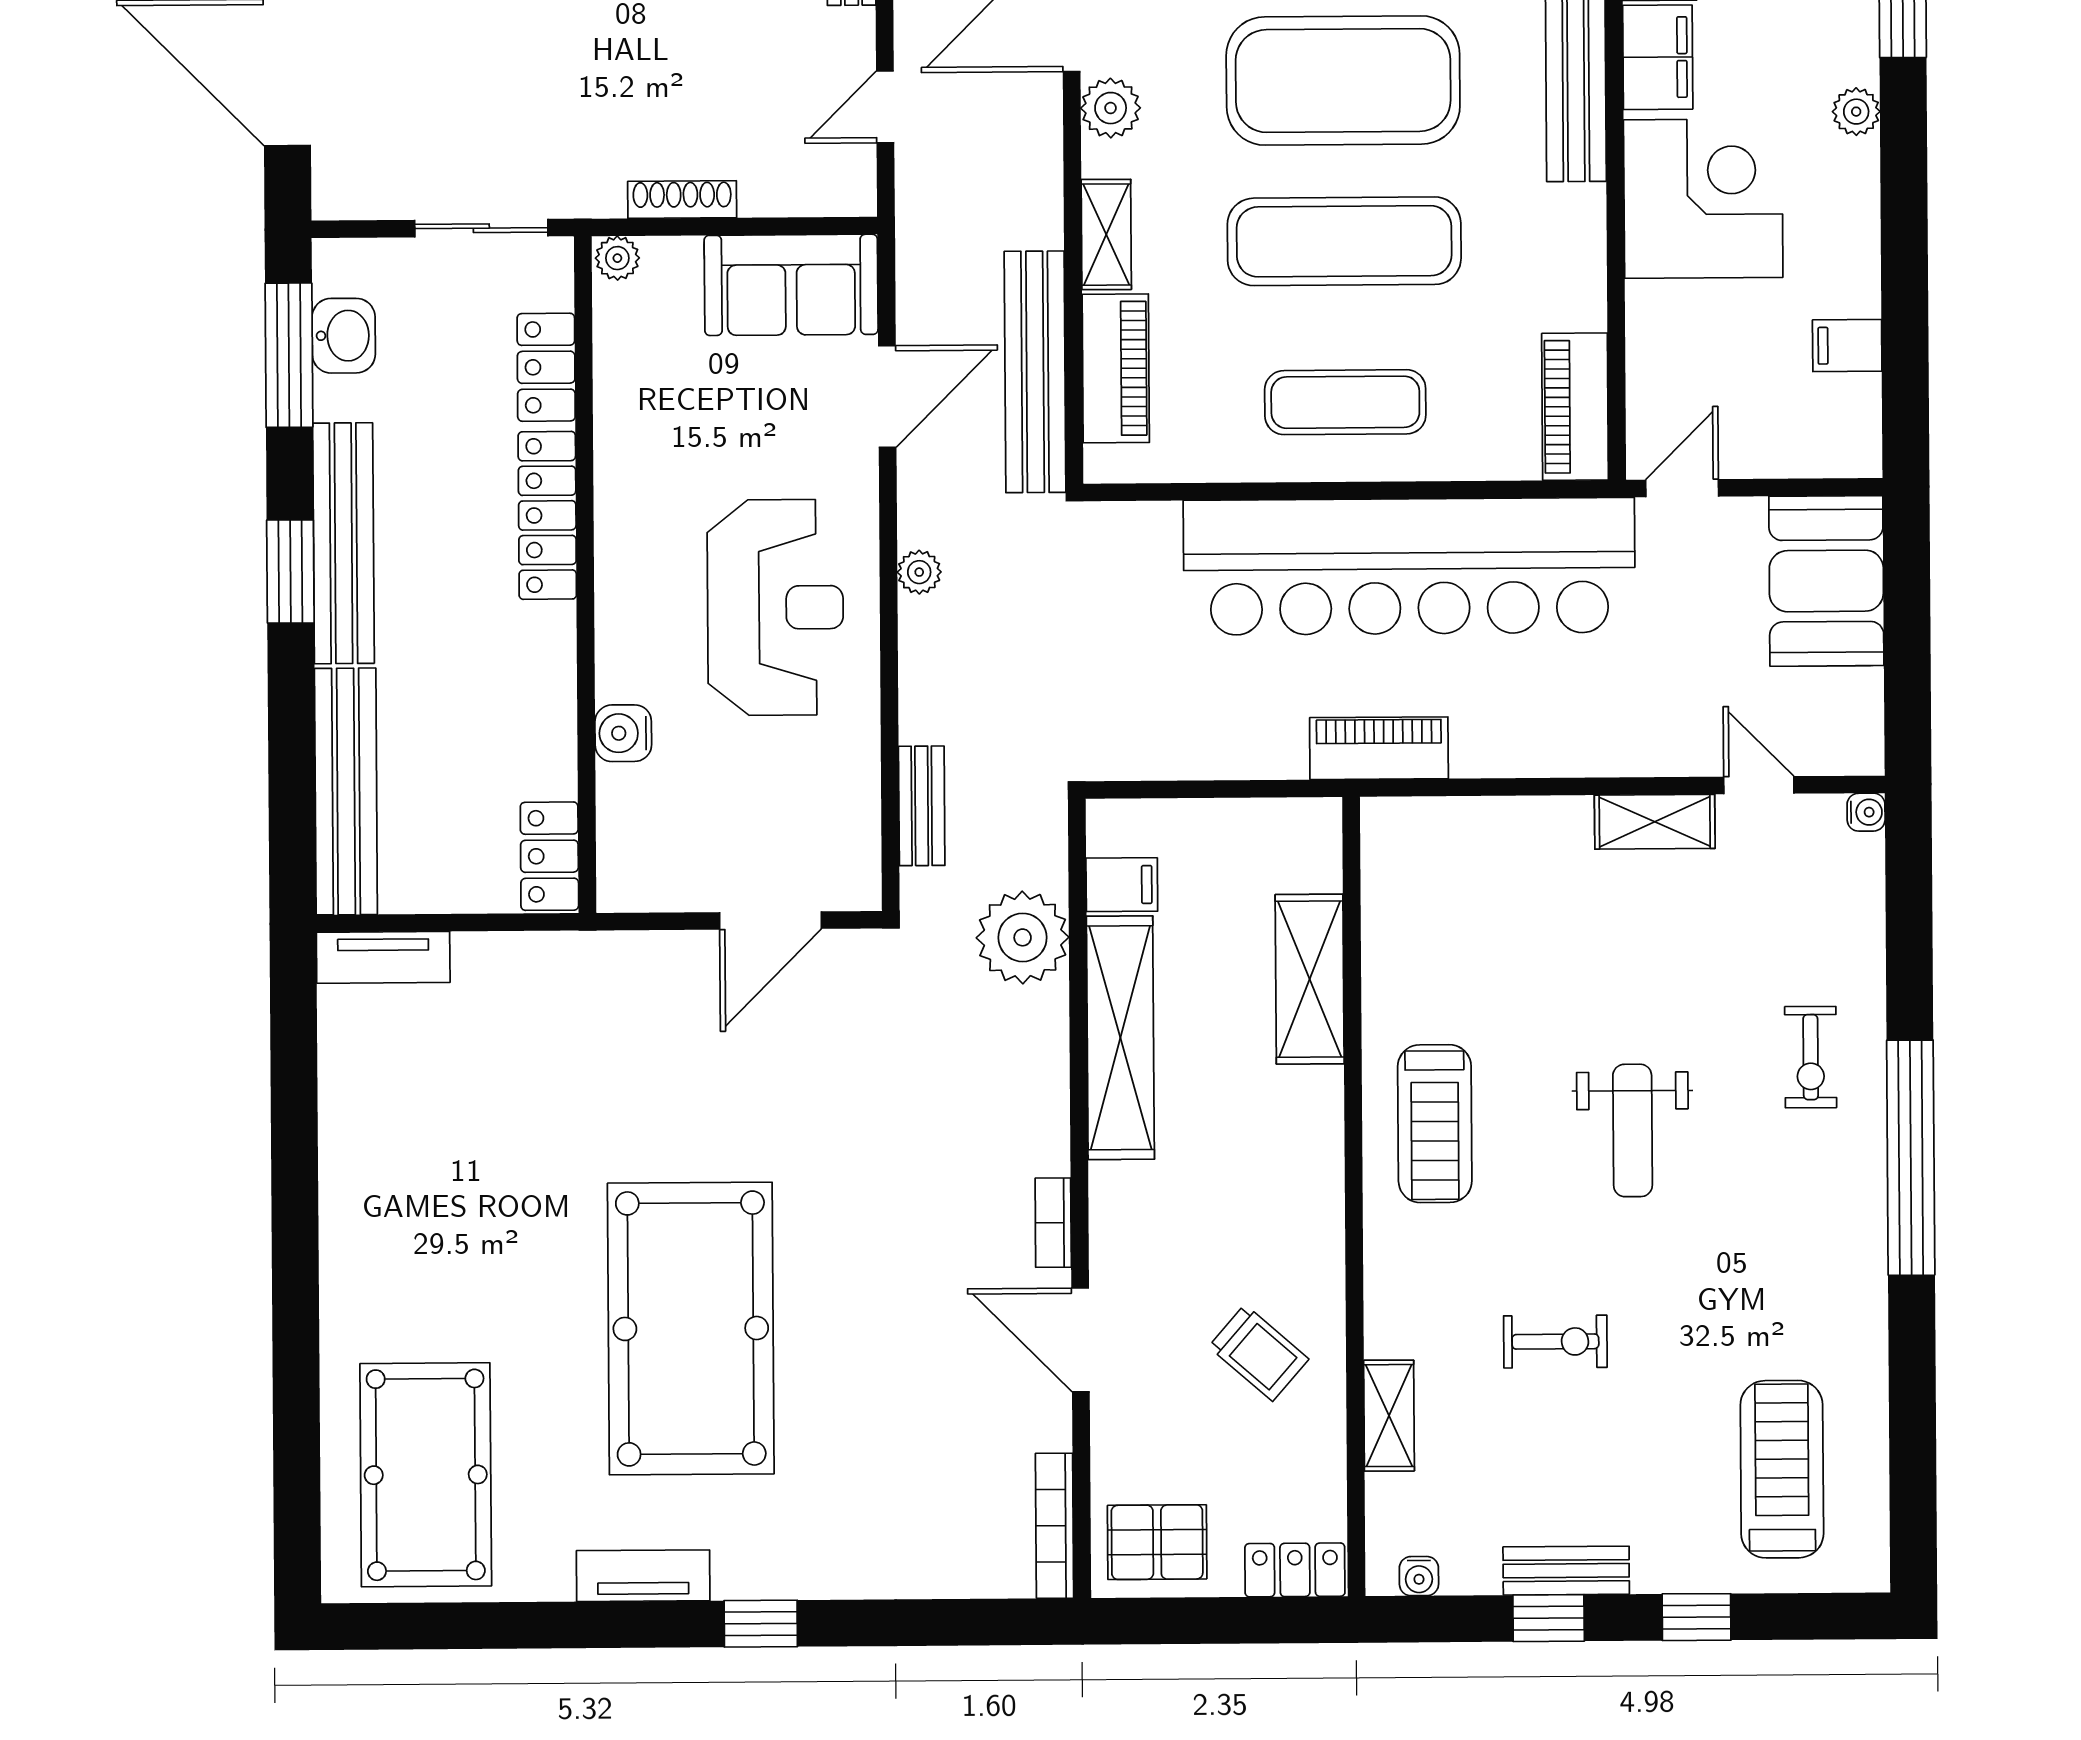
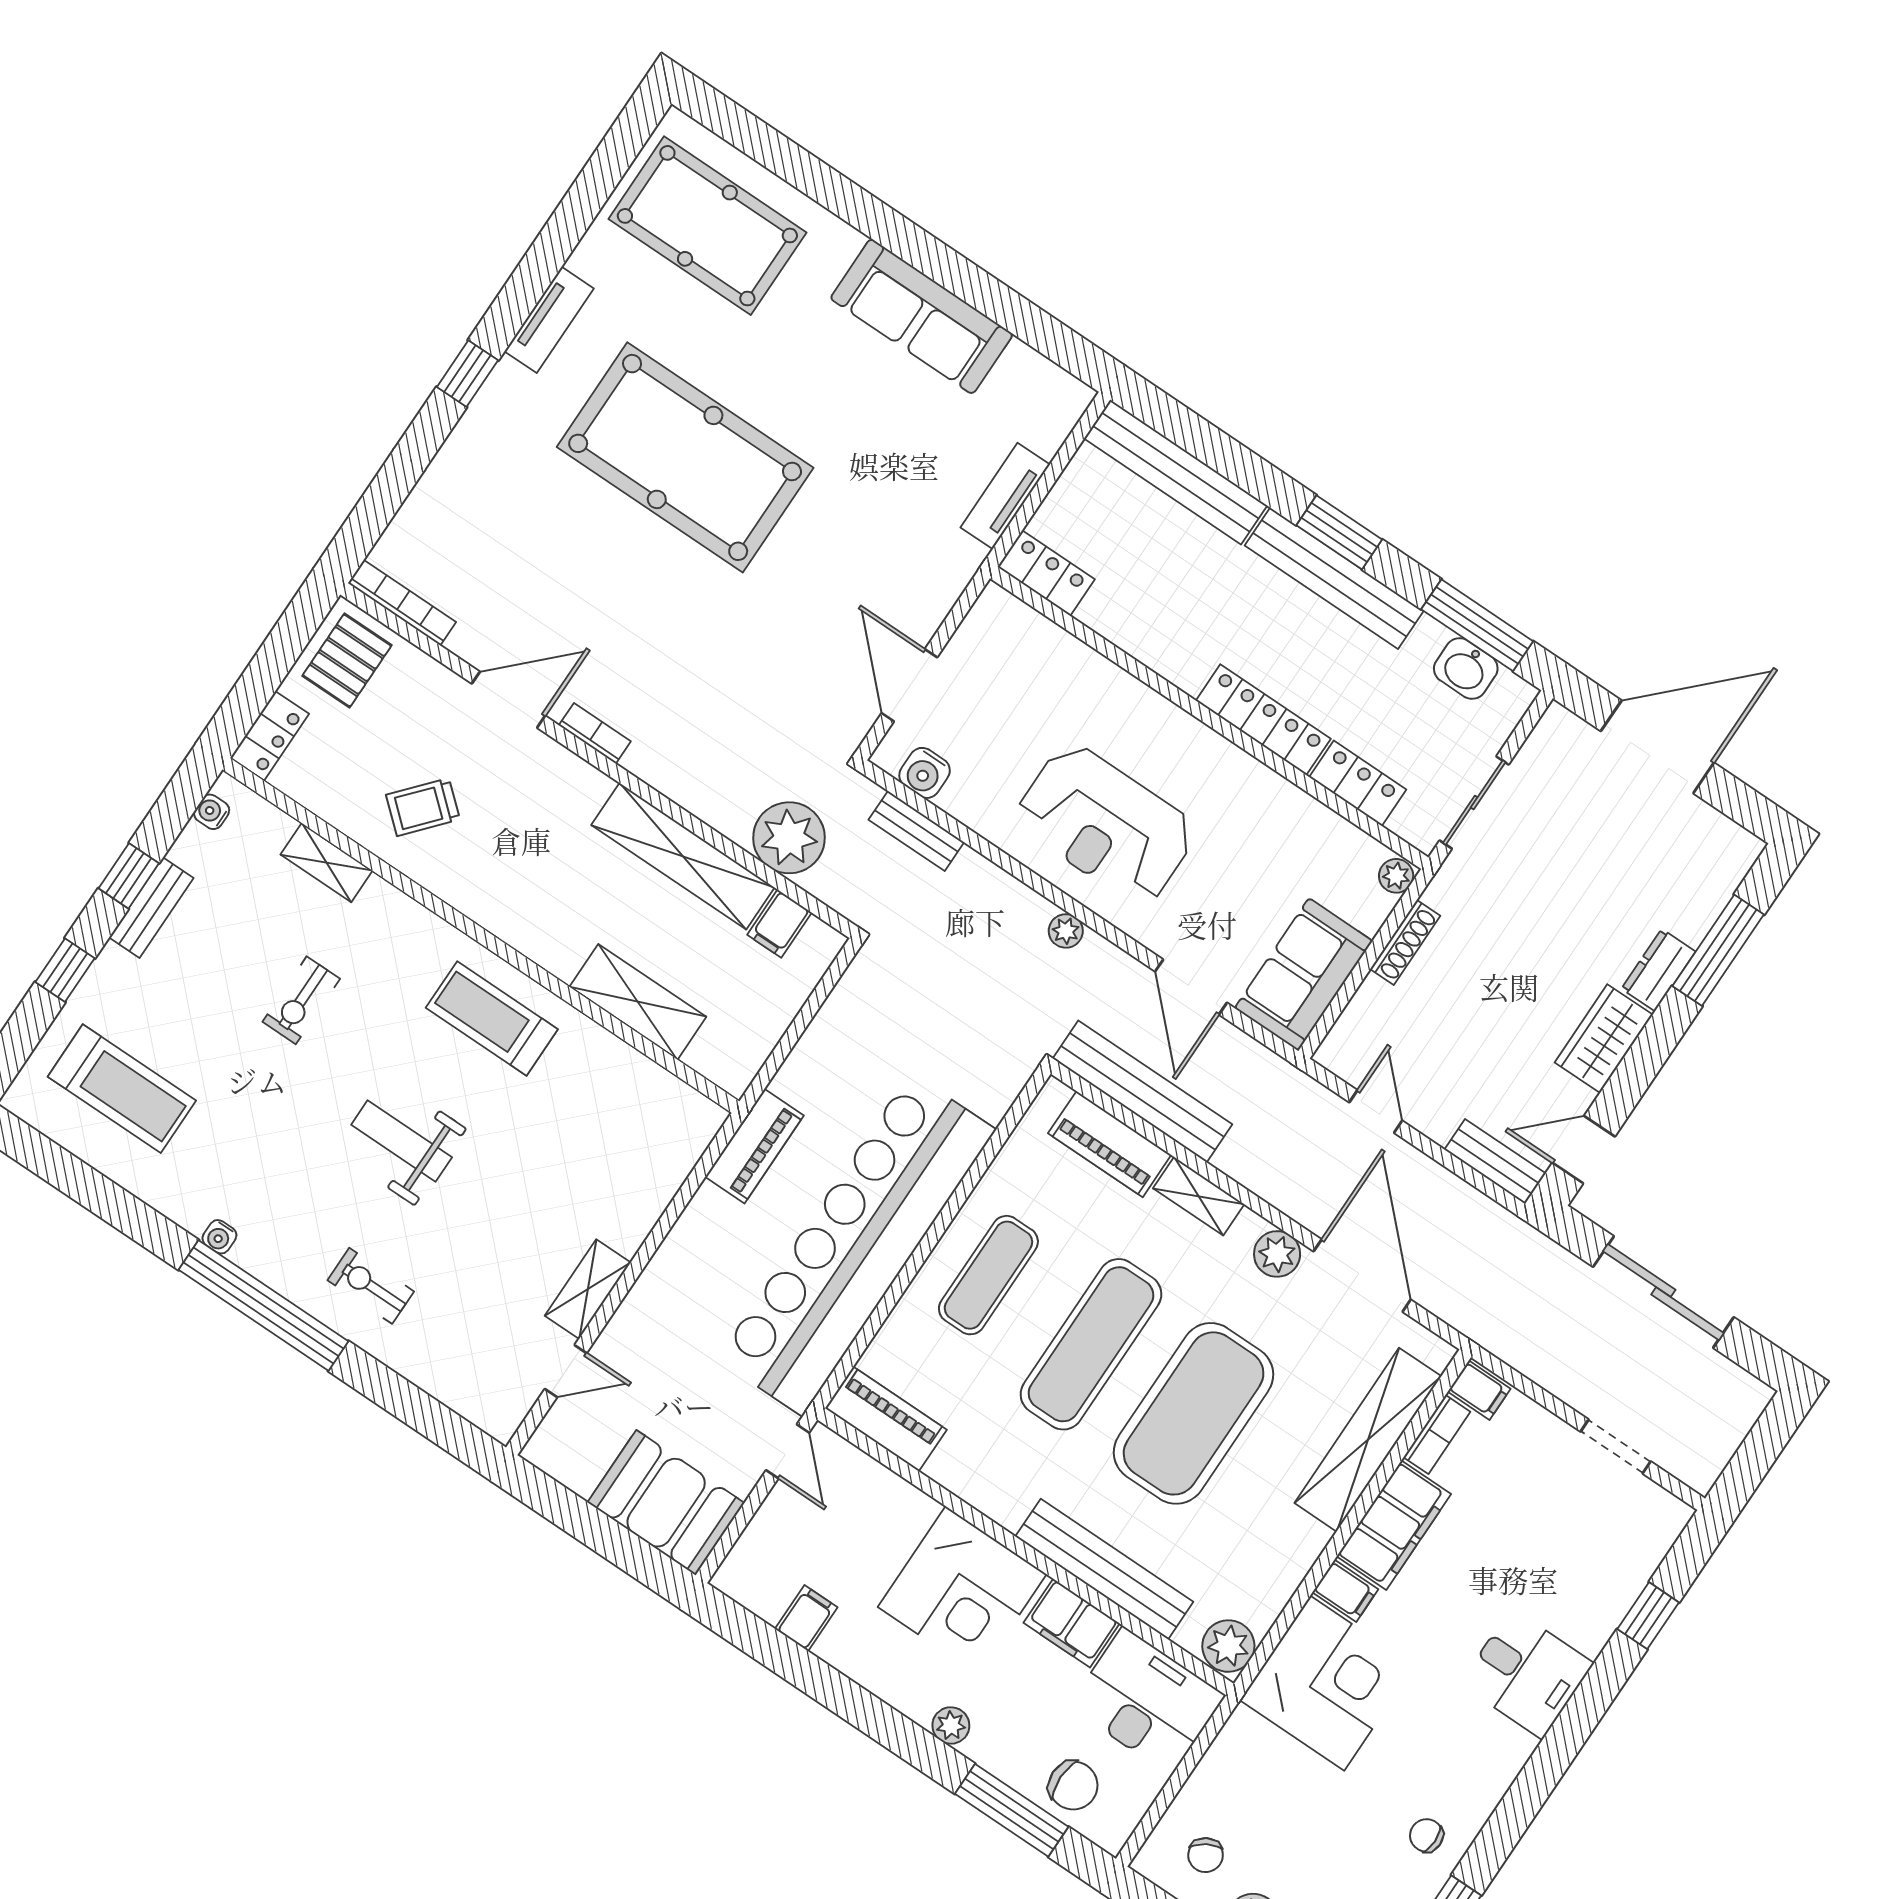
water cooler: (623, 733) -> (925, 773), moved, turned 180
water cooler: (1866, 812) -> (219, 1237), moved
tv unit: (383, 957) -> (1005, 496), moved
sofa: (366, 1178) -> (922, 316), added

